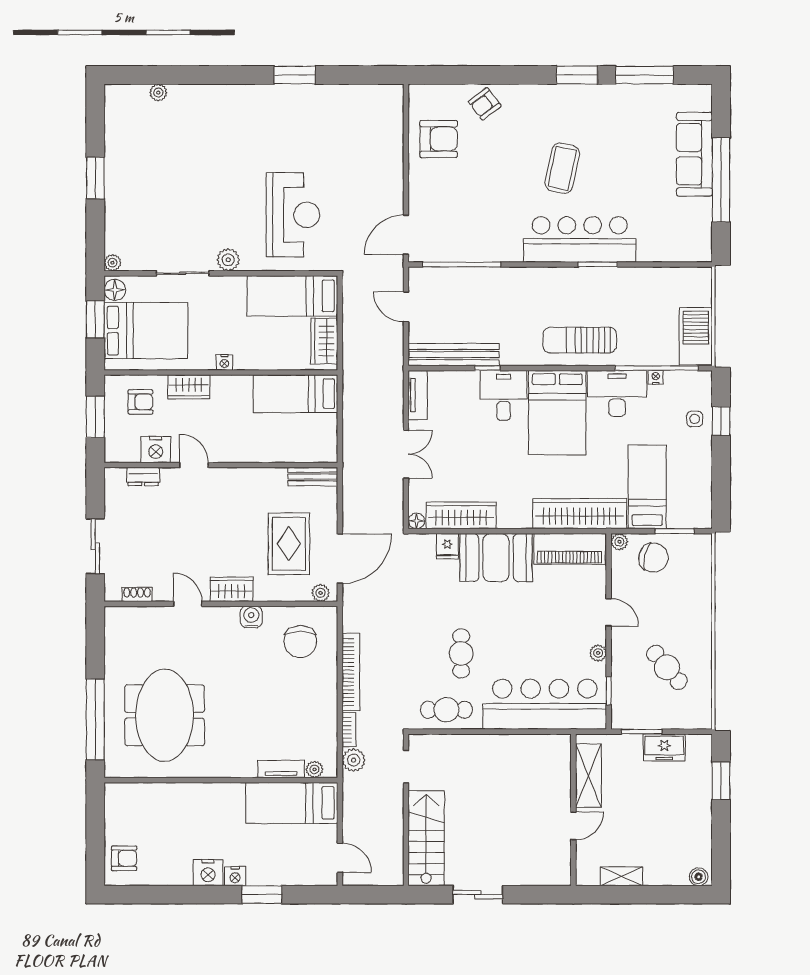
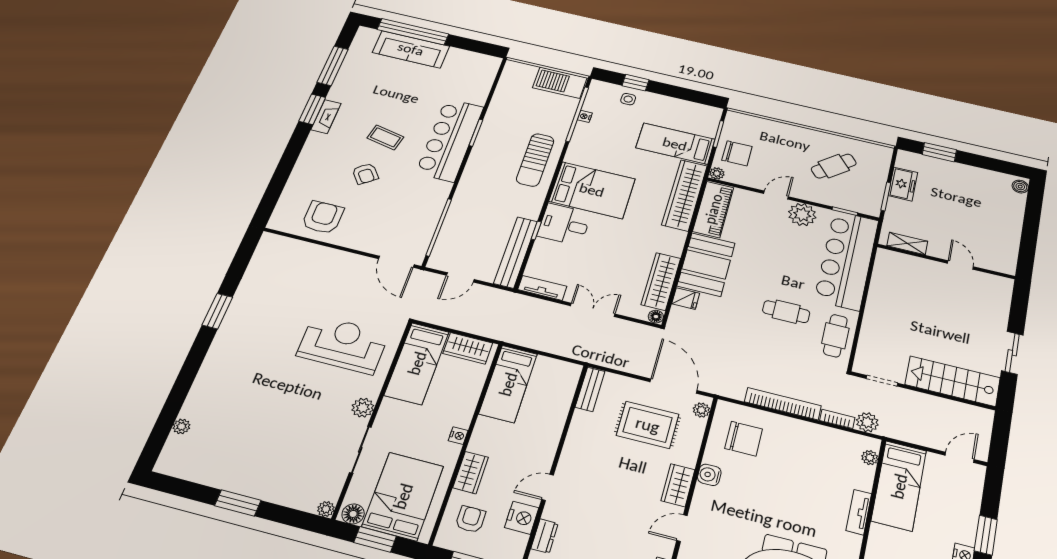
fireplace: (572, 94) -> (326, 117), added
armchair: (485, 104) -> (365, 174), moved
coffee table: (562, 168) -> (385, 137), width x0.73, depth x0.77
window: (721, 180) -> (413, 32), moved
desk: (617, 393) -> (589, 145), removed
chair: (653, 558) -> (737, 153), turned 76
plant: (598, 653) -> (802, 215), width x1.87, depth x1.87
tv unit: (281, 769) -> (859, 512), moved
shelving: (588, 776) -> (907, 243), width x0.67, depth x0.75
shelving: (621, 876) -> (1012, 241), removed

